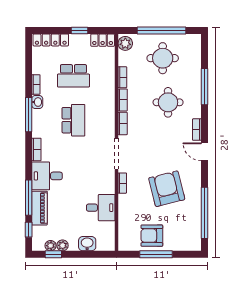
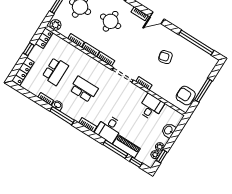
armchair: (167, 189) -> (165, 57), width x0.53, depth x0.53
armchair: (152, 236) -> (186, 96), moved, turned 90

